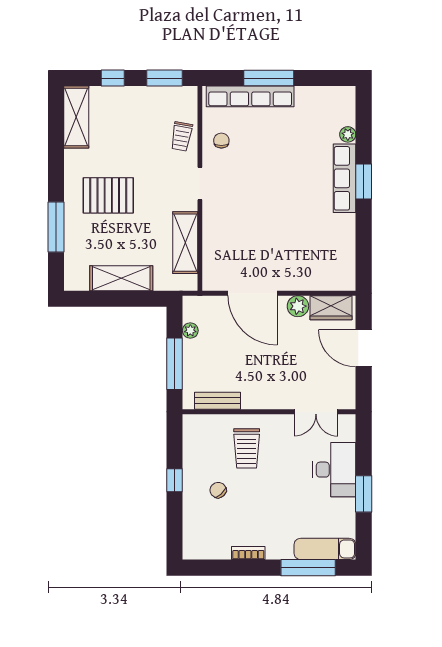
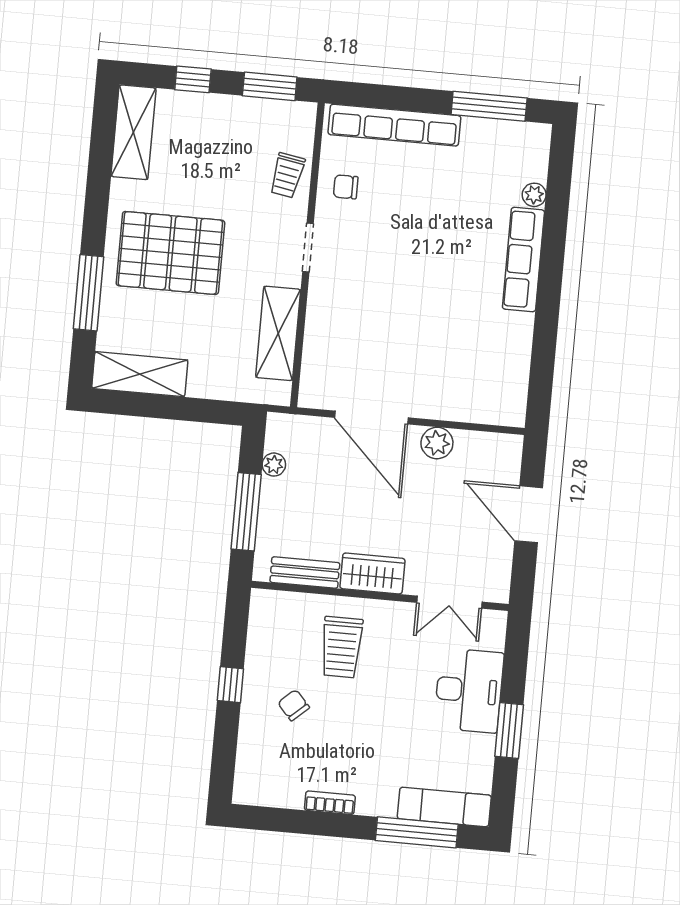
window: (269, 78) -> (489, 106), moved
chair: (221, 141) -> (346, 187), turned -90
window: (364, 181) -> (551, 267), removed
pallet: (108, 195) -> (170, 253), width x1.37, depth x1.41
shelving: (121, 278) -> (140, 374), moved
wardrobe: (331, 308) -> (372, 574), moved, turned 180

